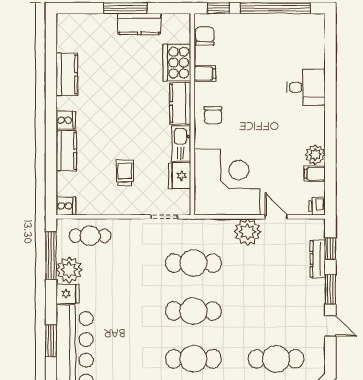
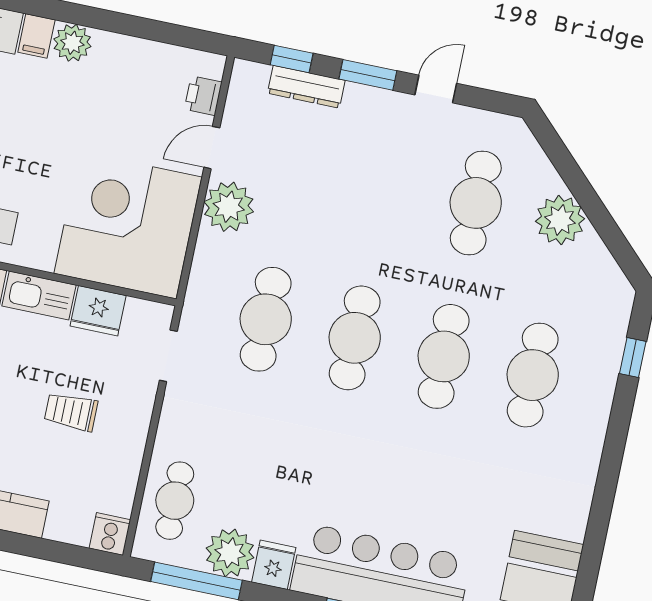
plant: (315, 154) -> (72, 43), moved
filing cabinet: (315, 174) -> (36, 36), moved
printer: (317, 206) -> (203, 96), moved, turned 90

